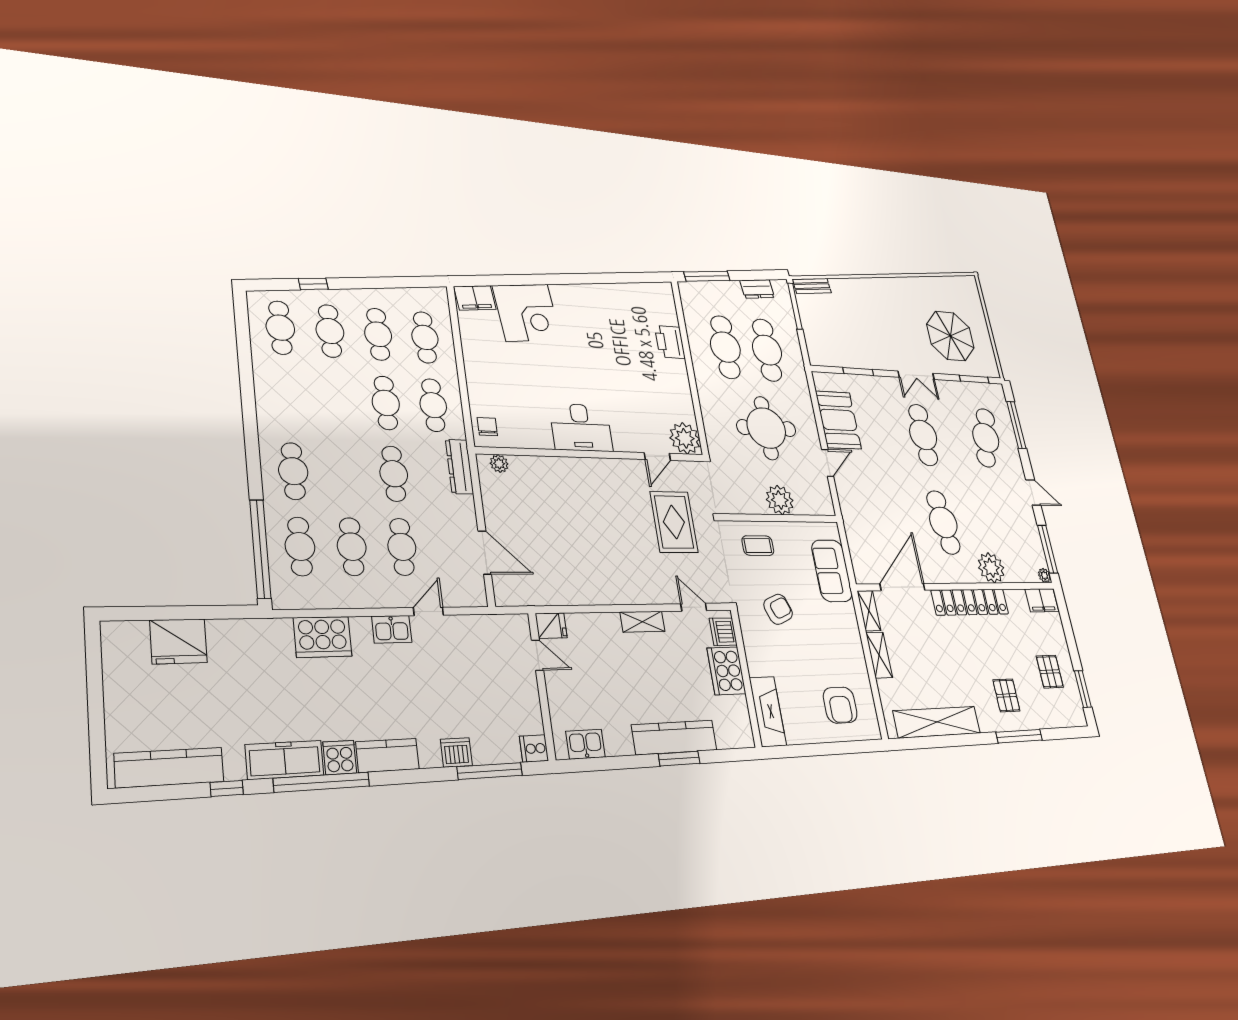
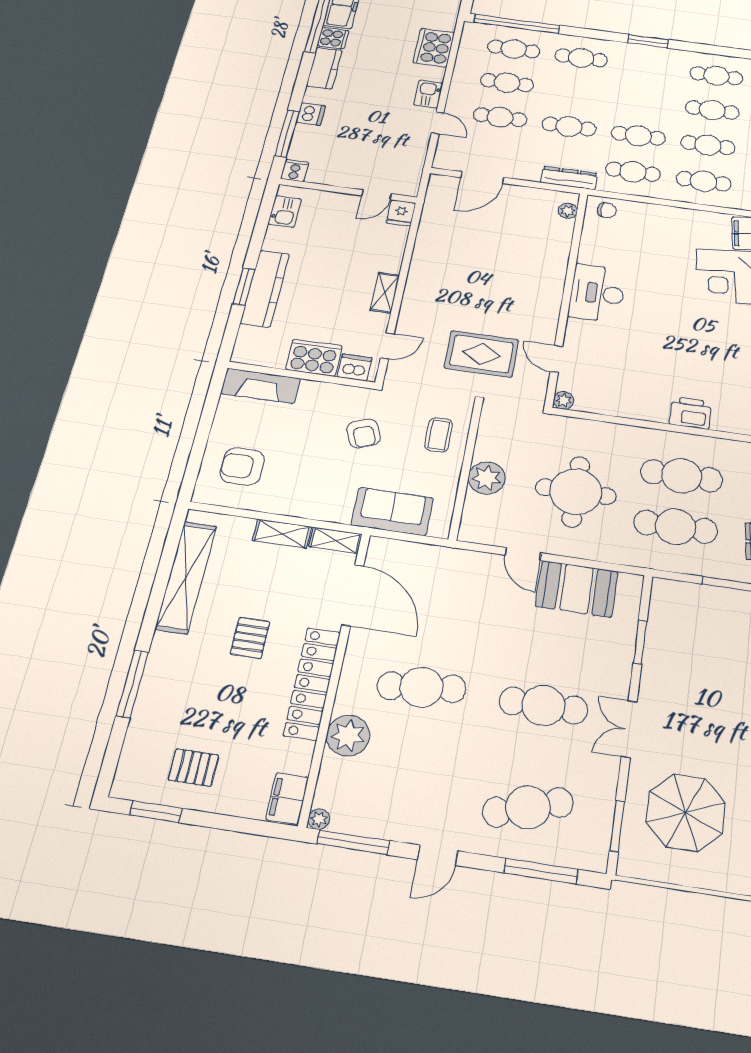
window: (248, 401) -> (648, 41), added
plant: (685, 438) -> (564, 400), width x0.53, depth x0.53
cafe table: (986, 438) -> (528, 807), turned -33
pallet: (1006, 695) -> (250, 638), moved, turned 90

